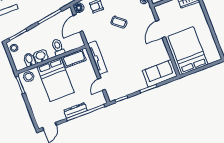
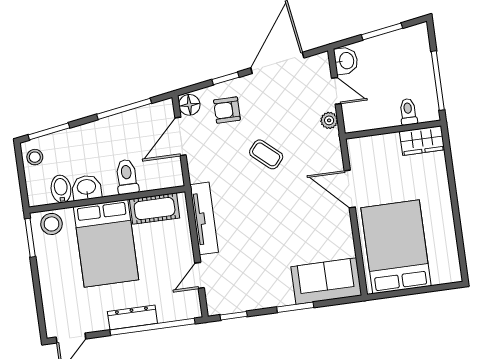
door: (161, 29) -> (350, 189), hinge flipped

